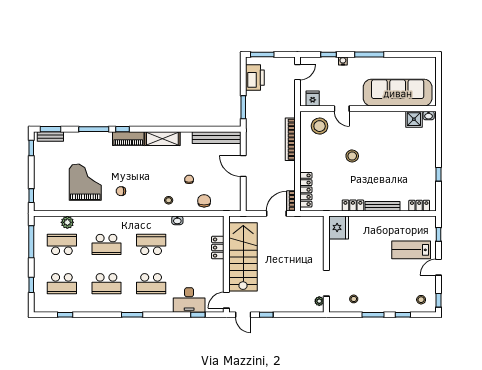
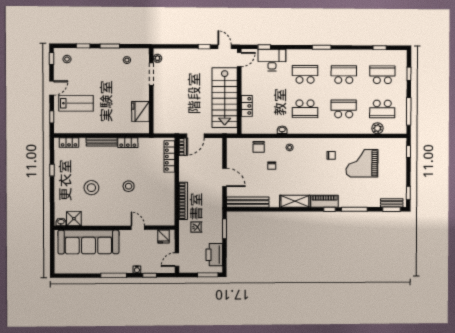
stool: (320, 126) -> (91, 188), moved
grand piano: (85, 182) -> (362, 163), turned 90
fridge: (339, 227) -> (140, 112), moved

